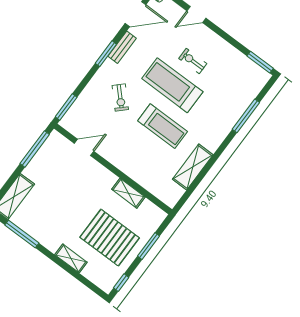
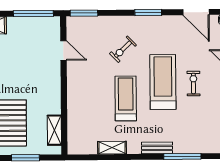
bench: (122, 47) -> (157, 148), moved
treadmill: (163, 126) -> (126, 98), turned 180
shelving: (193, 167) -> (112, 148), width x0.67, depth x0.75
shelving: (128, 193) -> (54, 130), moved

